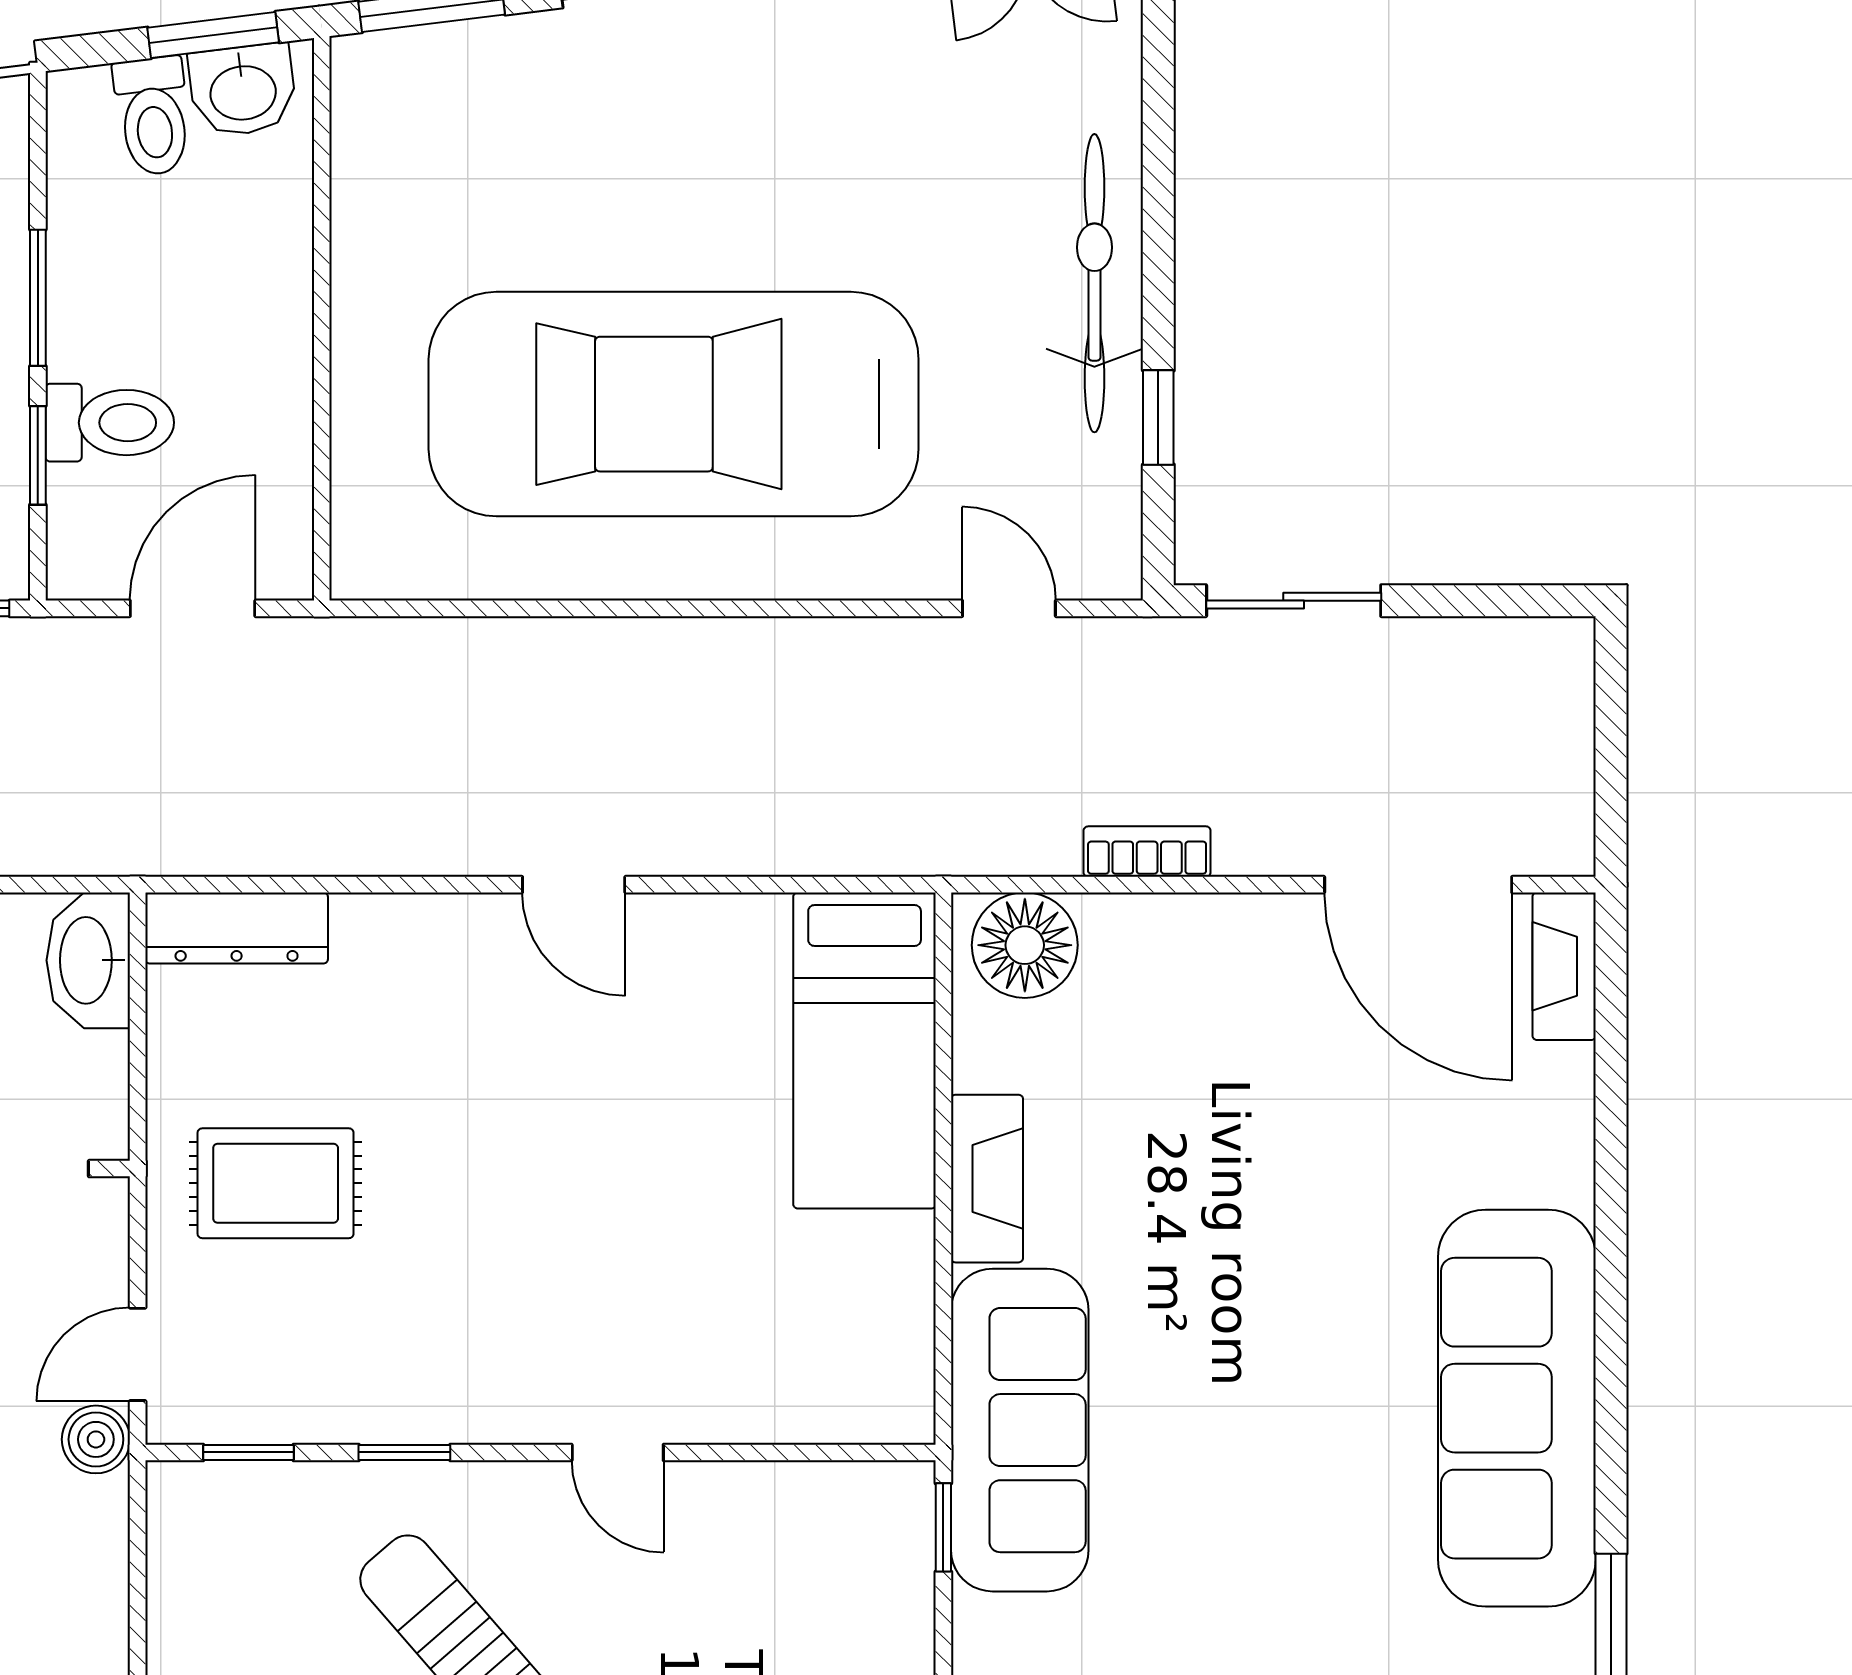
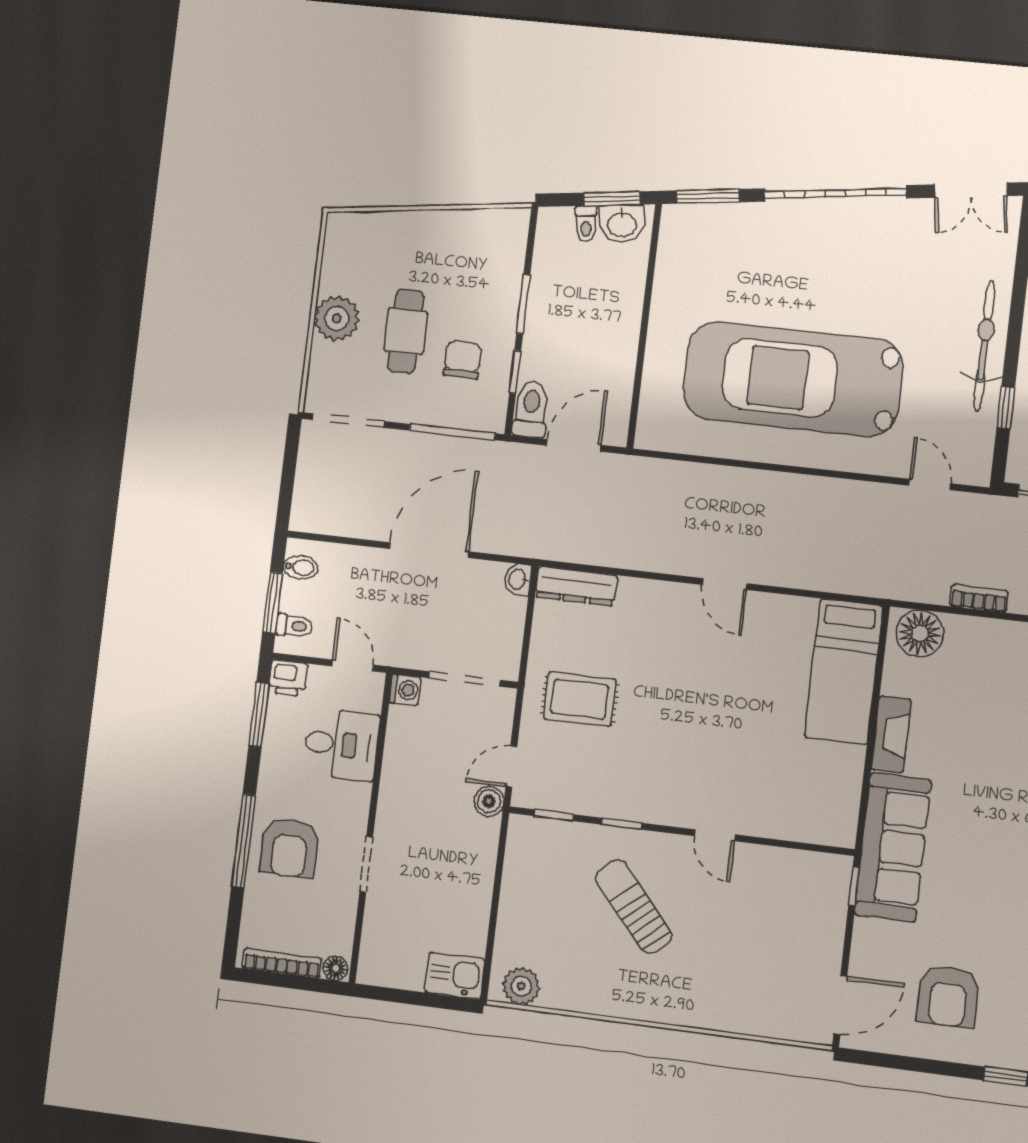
toilet: (153, 116) -> (586, 224), width x0.73, depth x0.72
toilet: (110, 423) -> (531, 409), moved, turned -90
washbasin: (88, 960) -> (518, 579), width x0.52, depth x0.69

